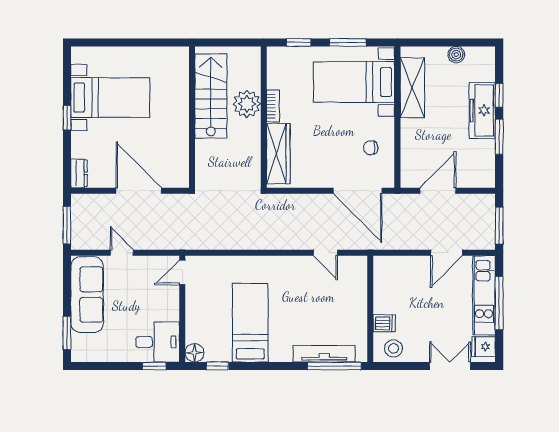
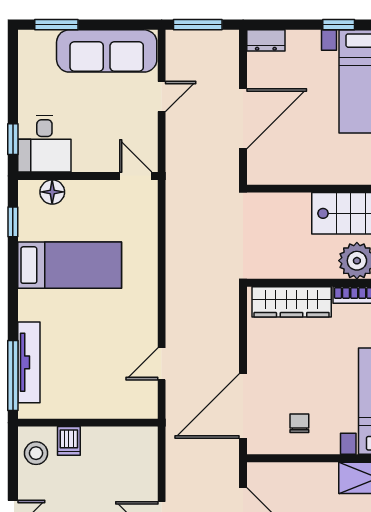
floor lamp: (195, 353) -> (52, 192), moved

